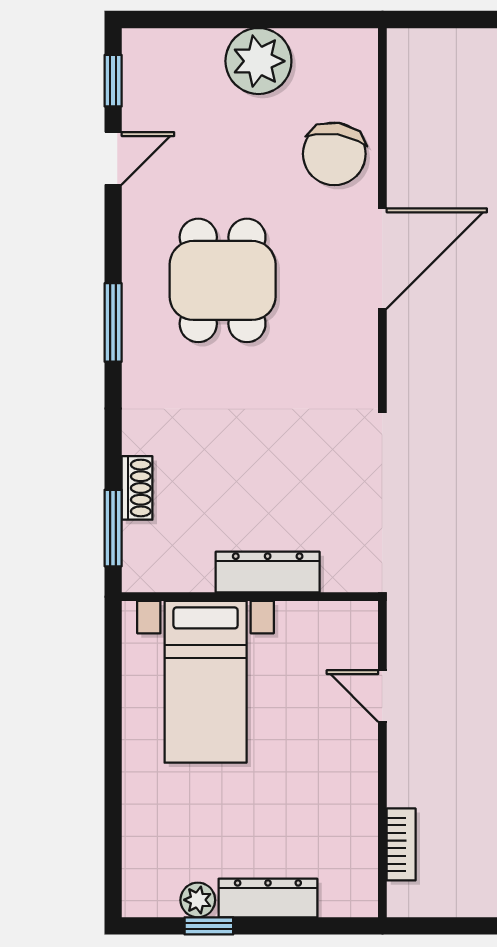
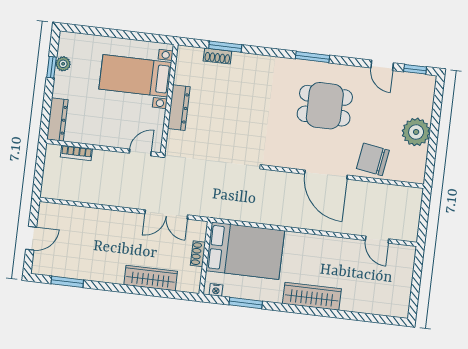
shoe rack: (137, 488) -> (217, 56), moved
dresser: (268, 572) -> (179, 108), moved
wall: (250, 597) -> (169, 99), moved
bed with nightstands: (206, 682) -> (135, 76), moved
dresser: (268, 898) -> (57, 119), moved

